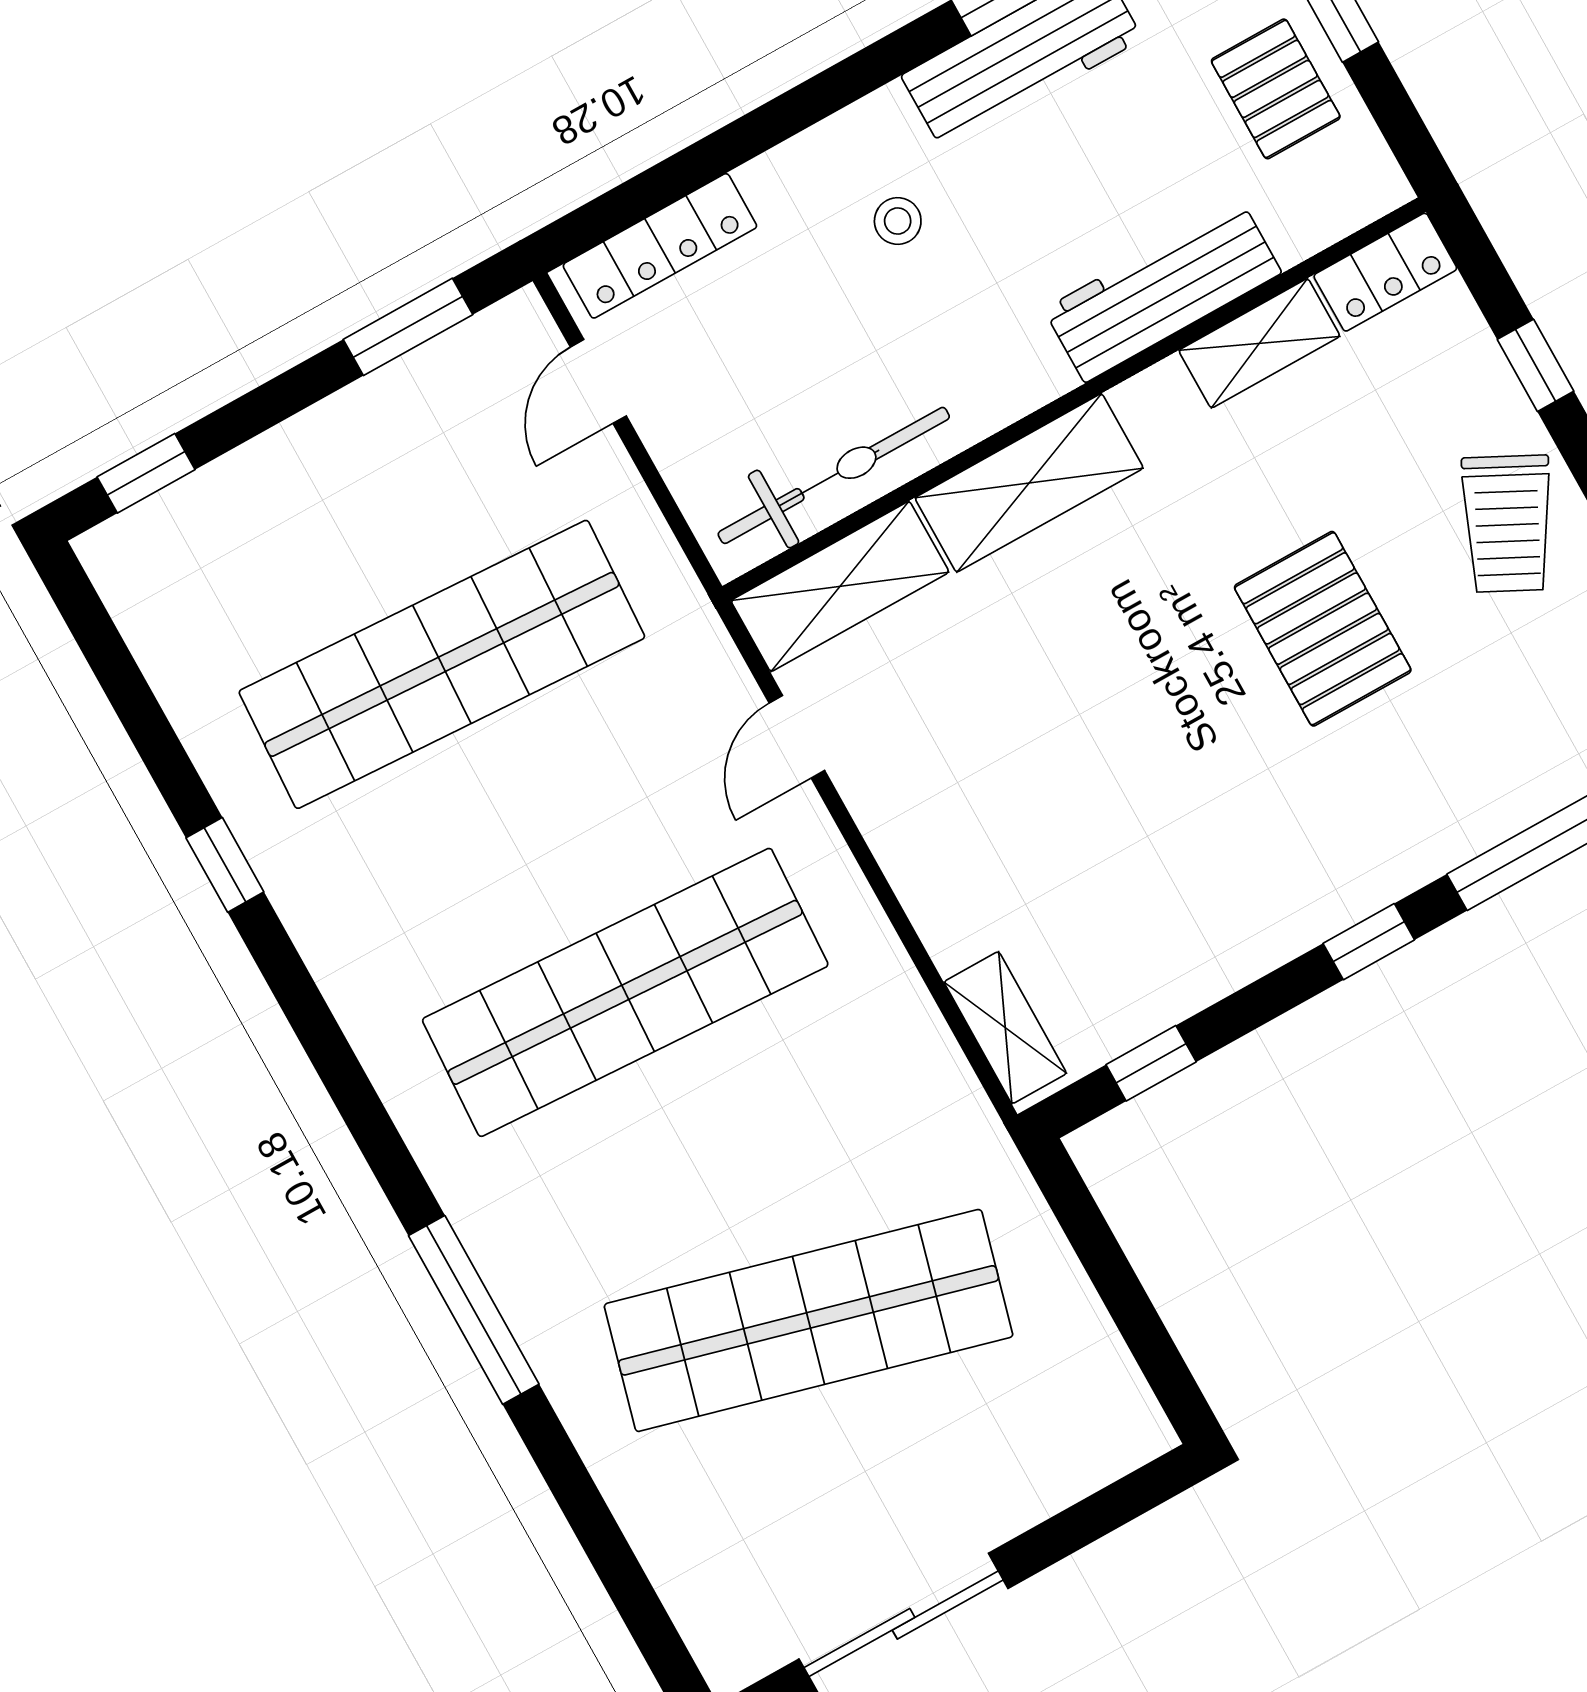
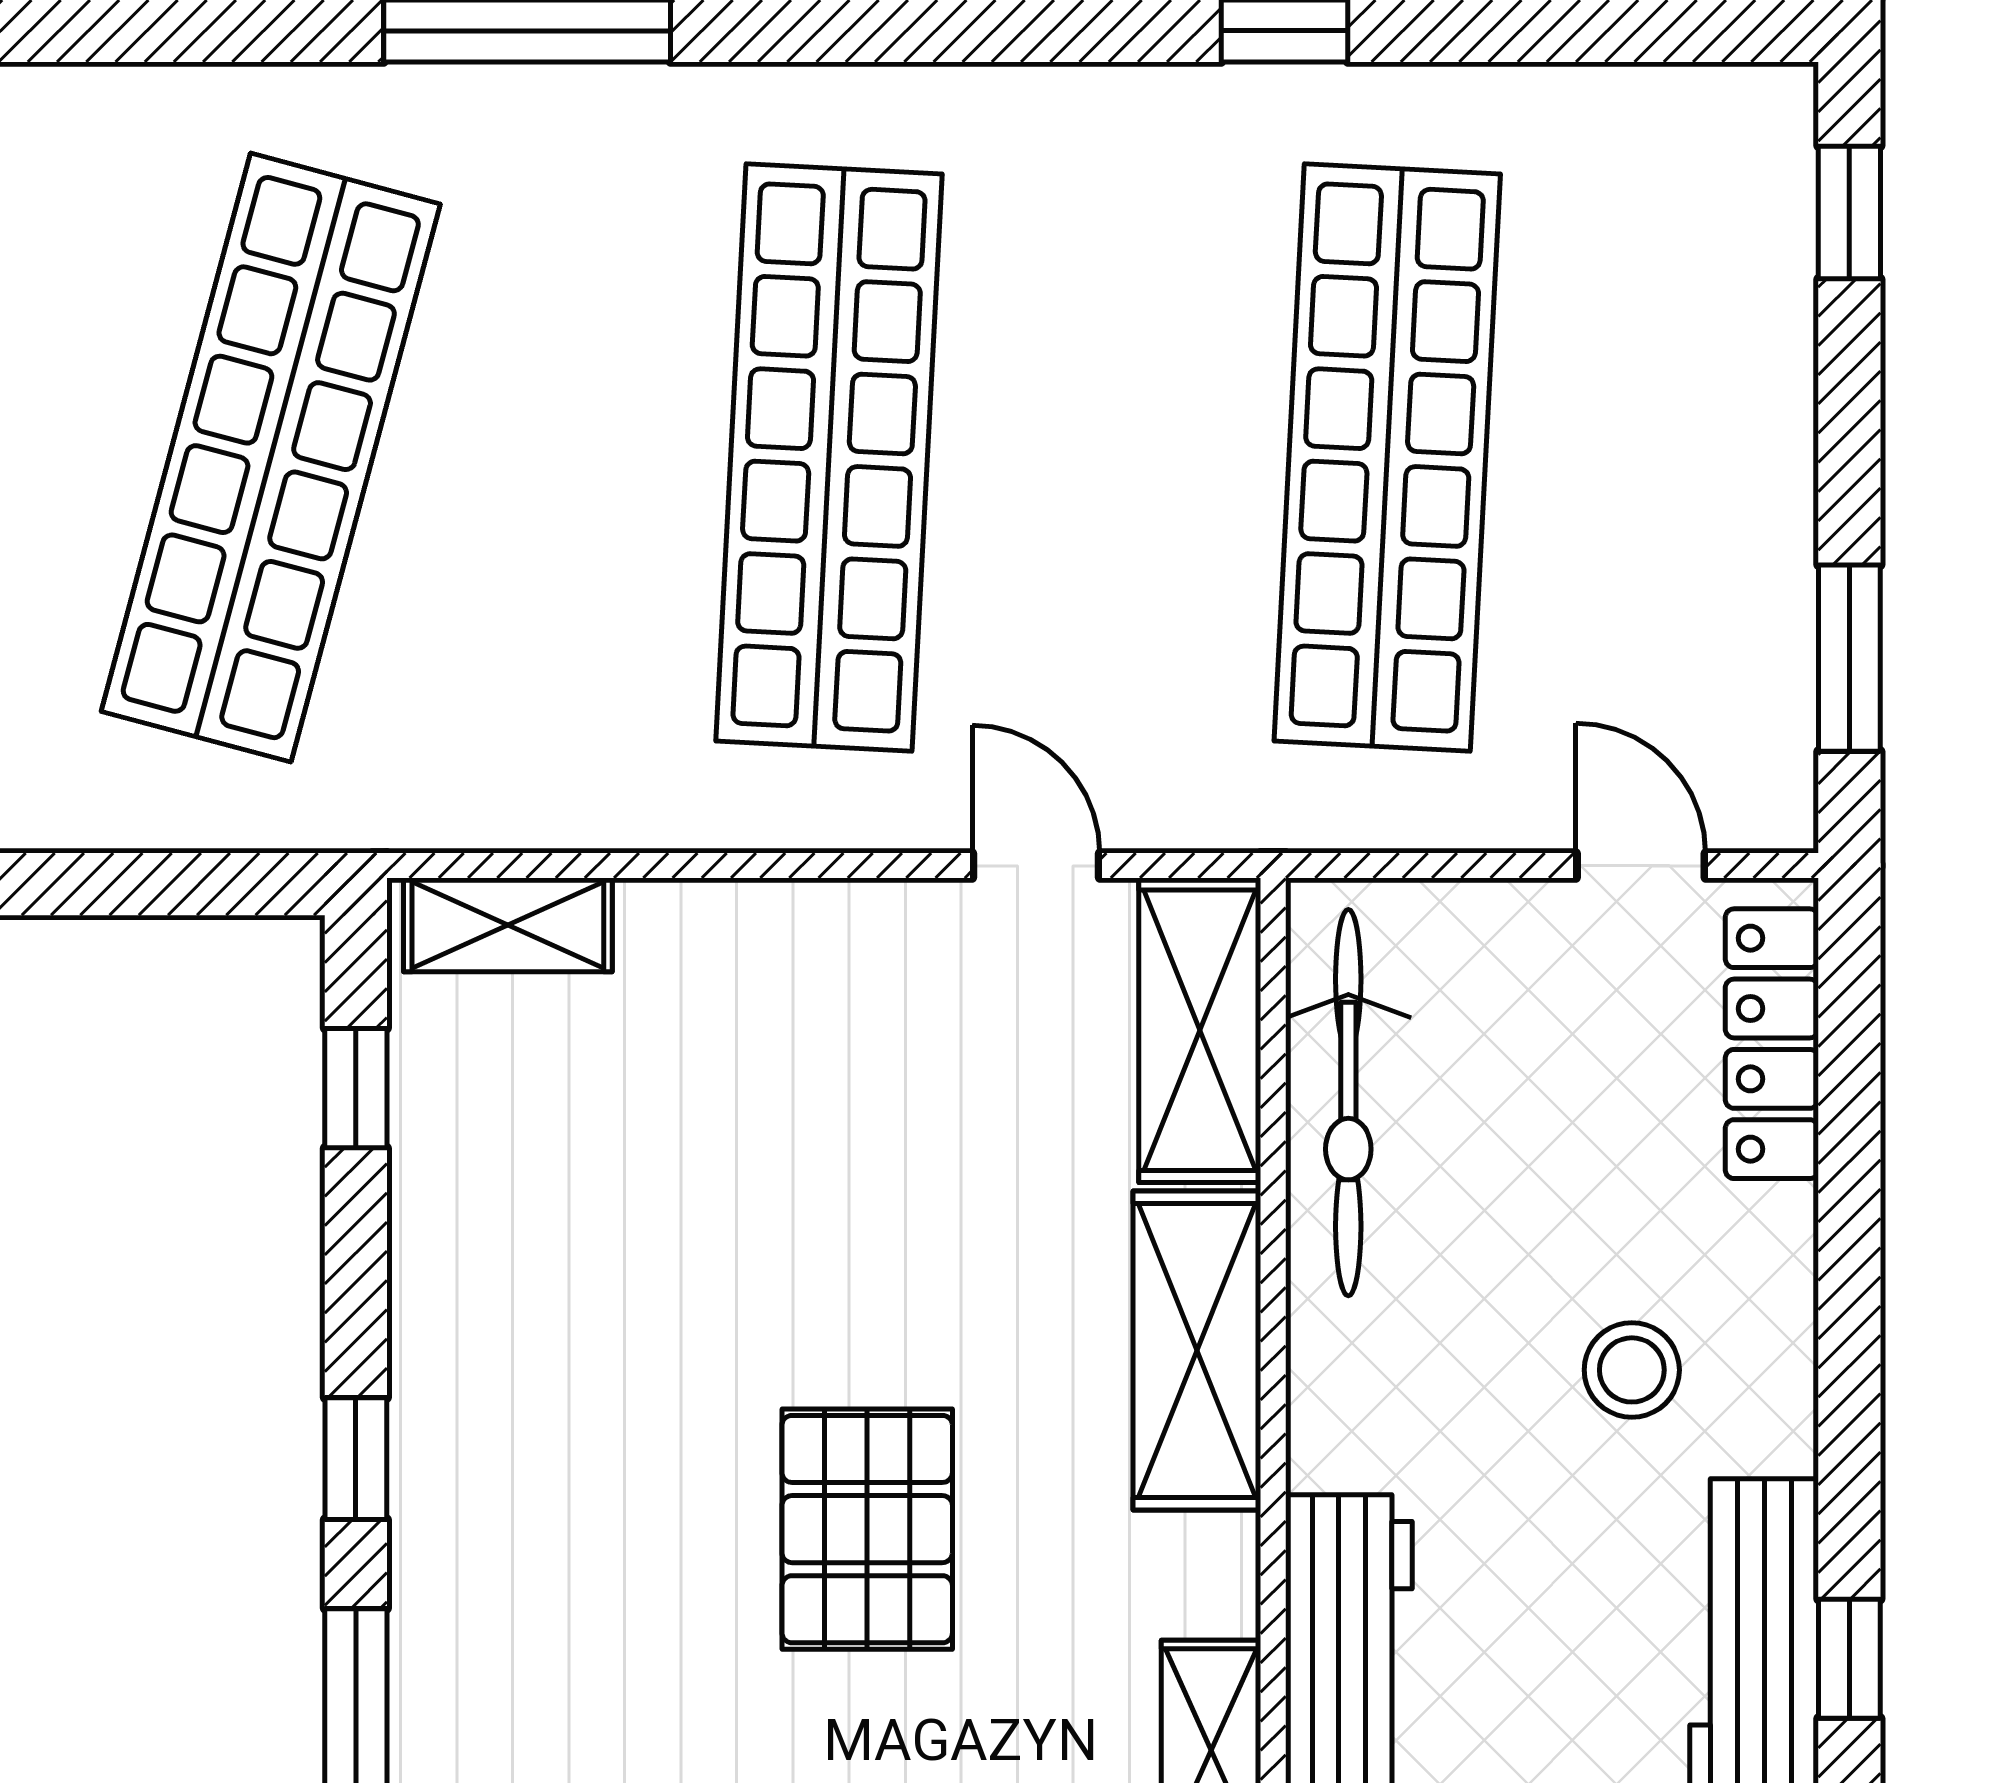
stool: (898, 221) -> (1632, 1370), width x1.37, depth x1.37
pallet: (1323, 629) -> (867, 1529), moved, turned 90

